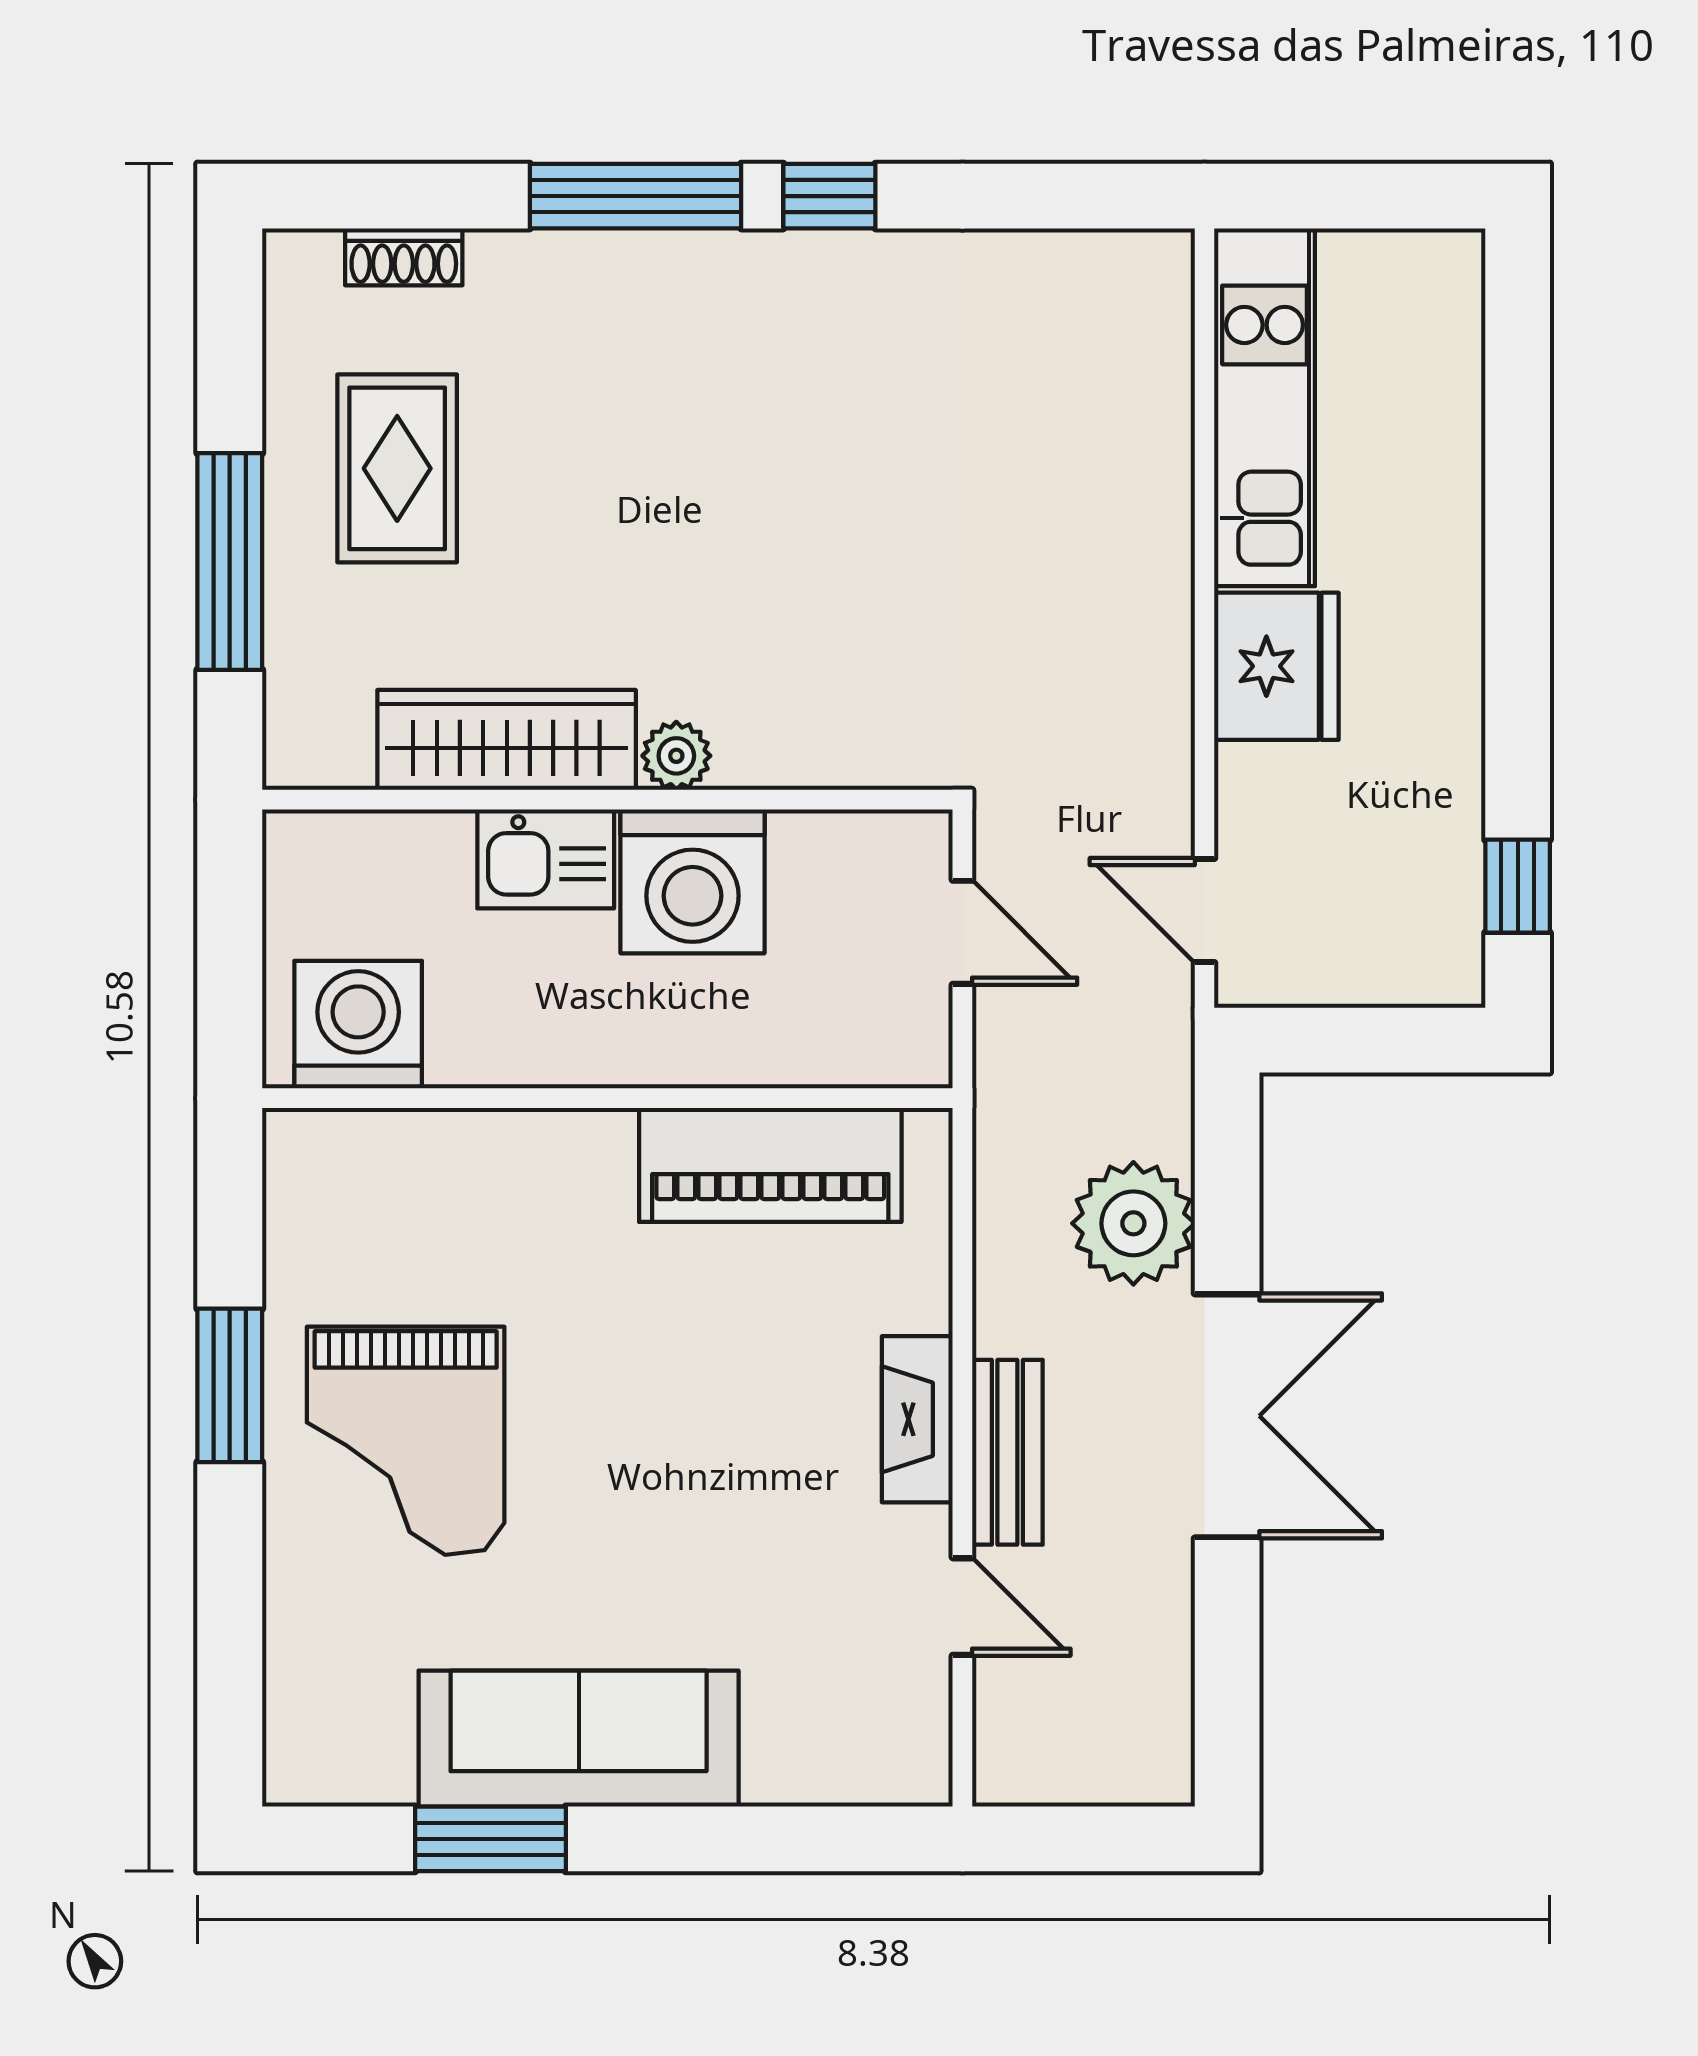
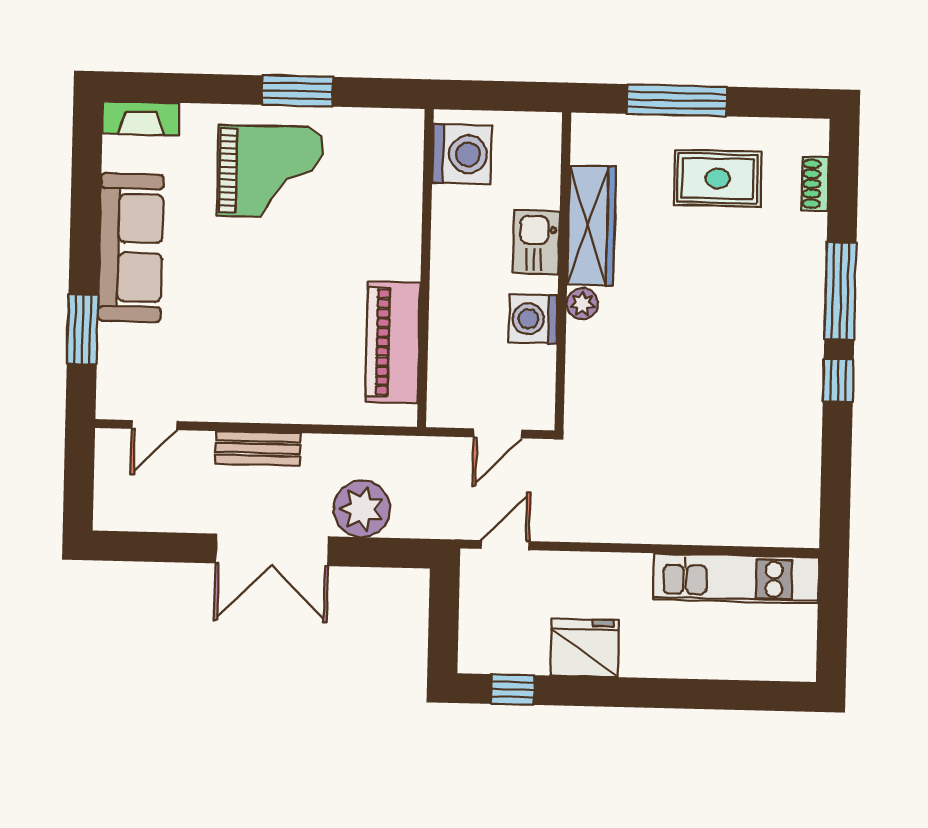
fridge: (1276, 666) -> (585, 648), moved, turned 180
washing machine: (693, 881) -> (533, 319), width x0.73, depth x0.73
fireplace: (917, 1419) -> (141, 118), moved, turned 180
grand piano: (406, 1441) -> (270, 171), turned 180
door: (962, 1607) -> (154, 425), moved
window: (490, 1839) -> (83, 329), moved

